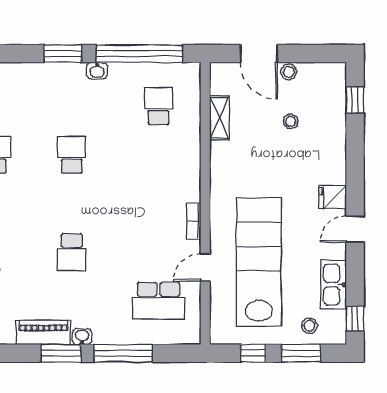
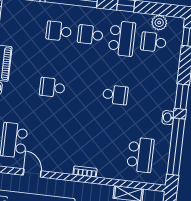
school desk: (158, 106) -> (140, 155), width x1.85
bookcase: (194, 221) -> (85, 172), moved

